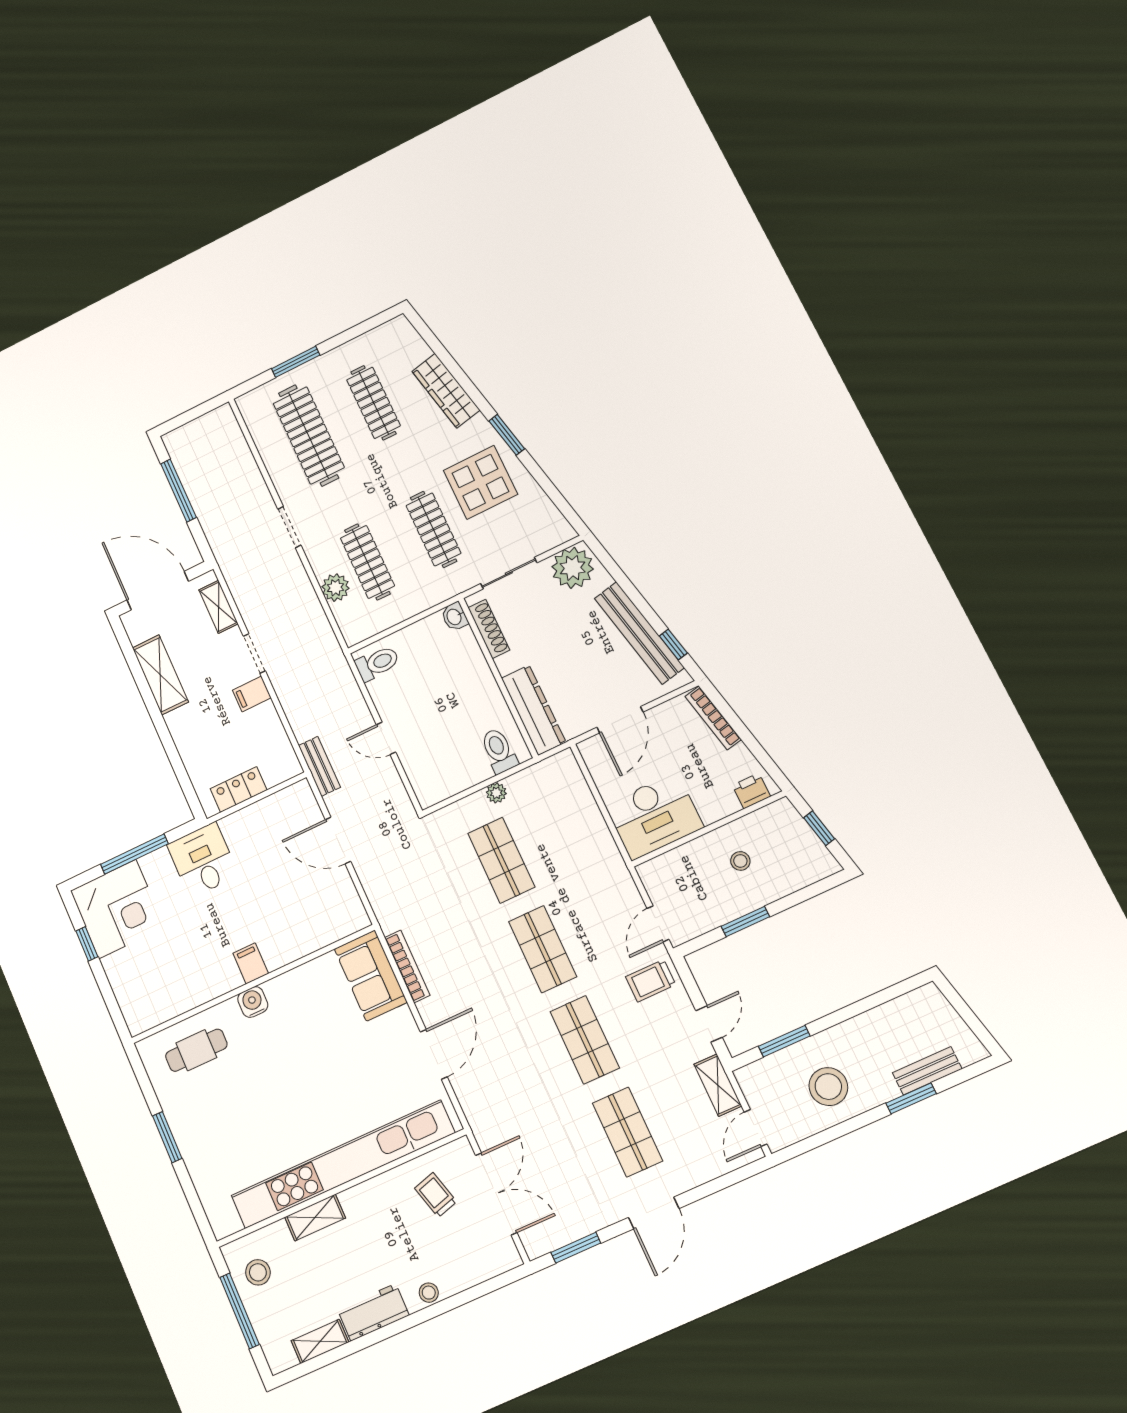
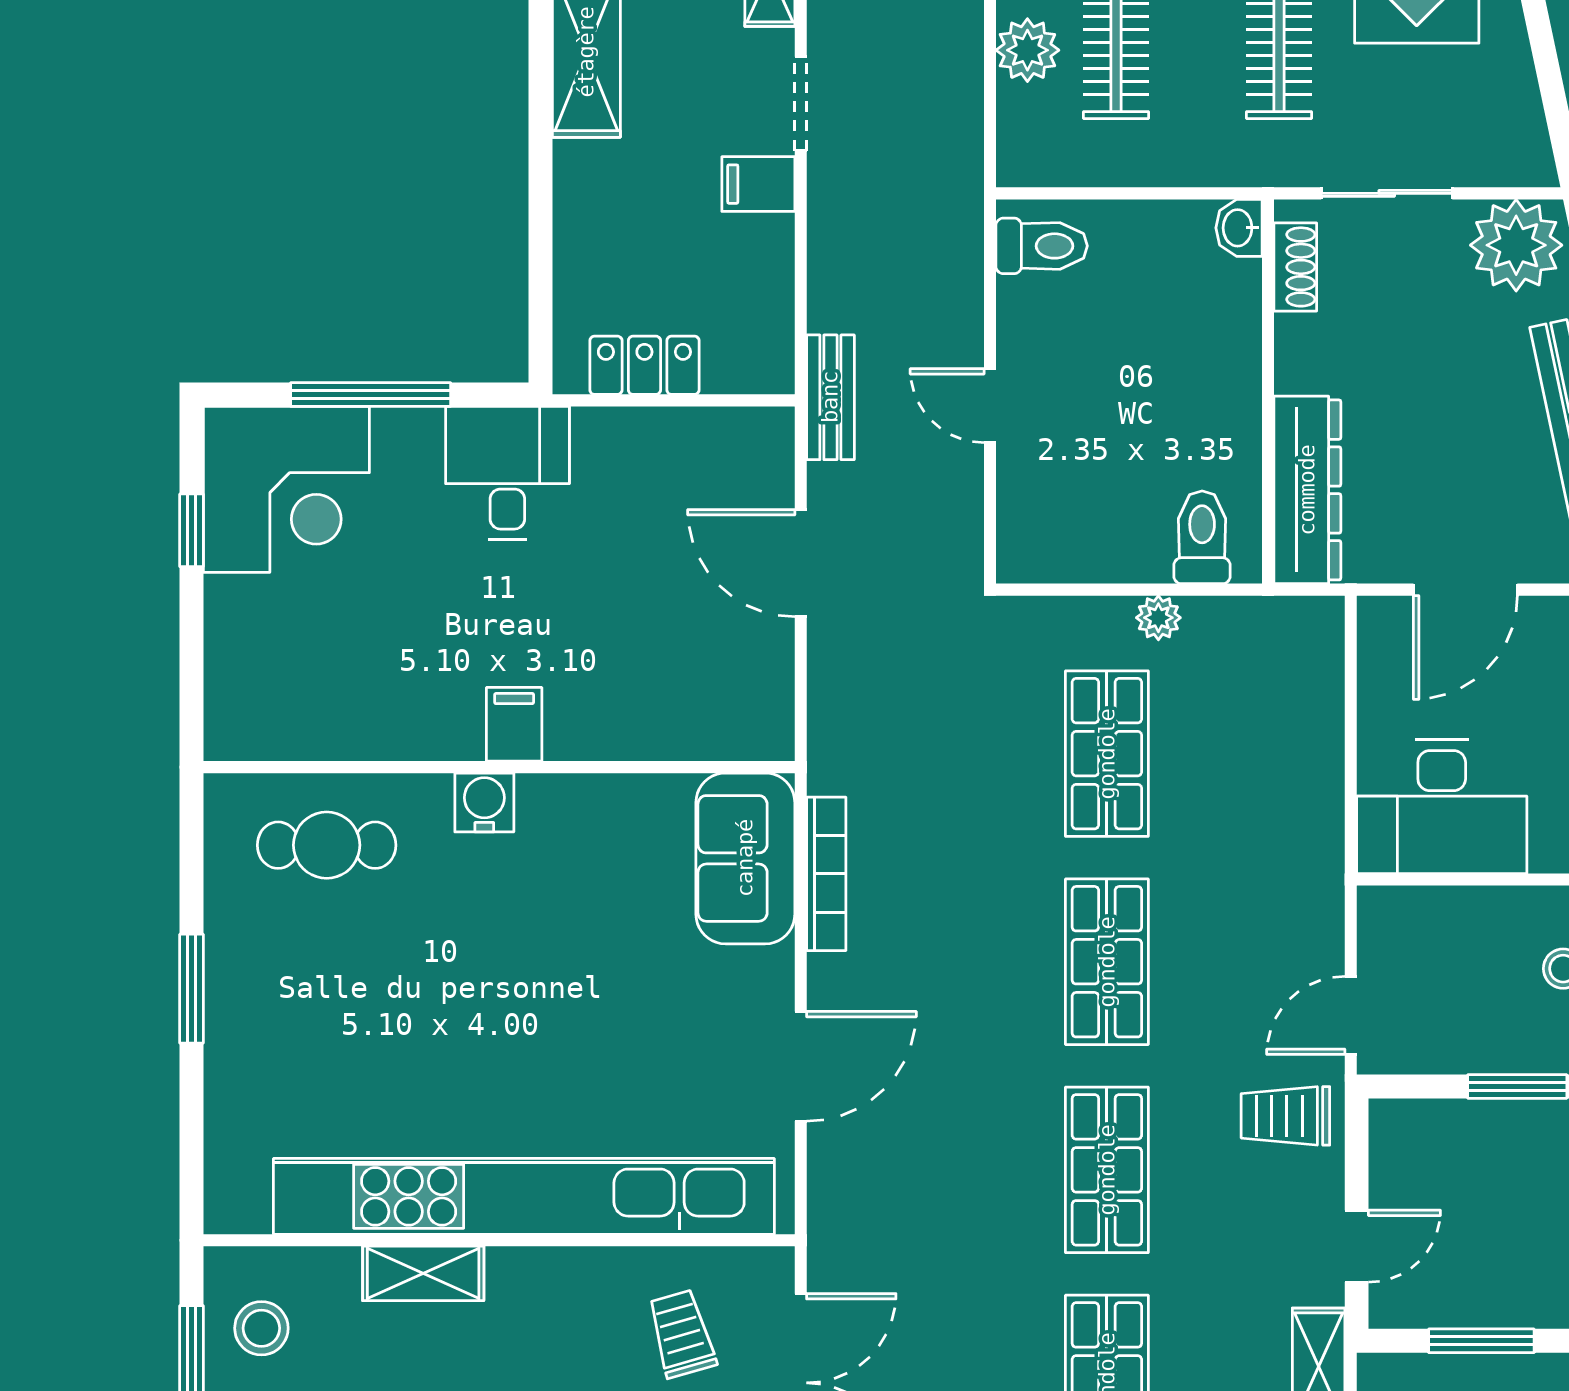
shoe rack: (489, 629) -> (1295, 267), width x0.70

